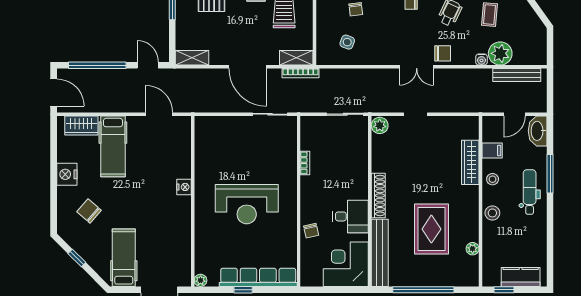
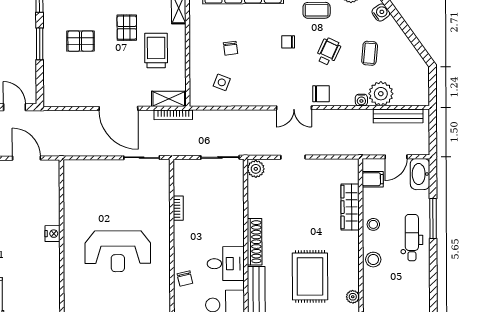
shelving: (192, 58) -> (60, 99), removed
filing cabinet: (492, 151) -> (373, 179), moved

